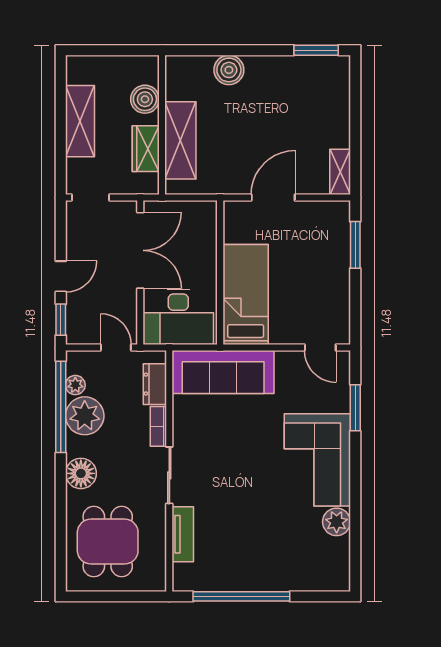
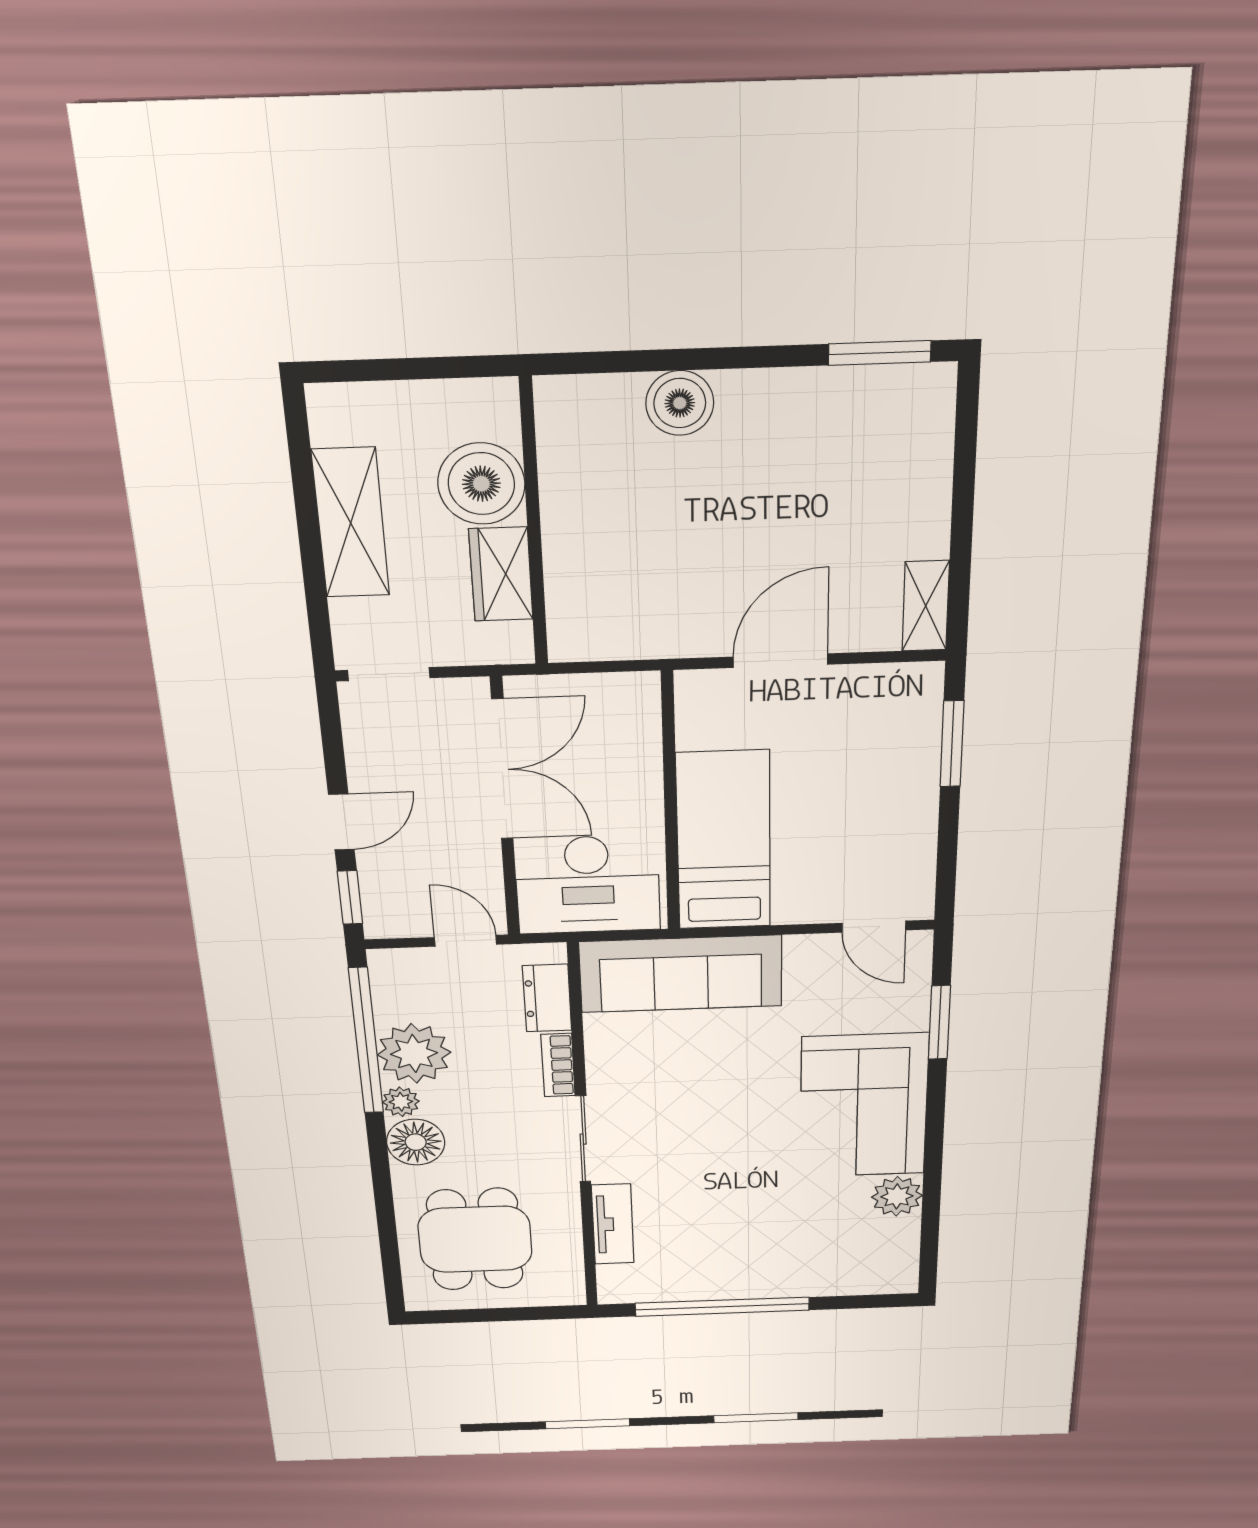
boiler: (145, 99) -> (481, 484), width x1.37, depth x1.37
shelving: (180, 140) -> (576, 555), removed
plant: (75, 385) -> (401, 1102), moved

